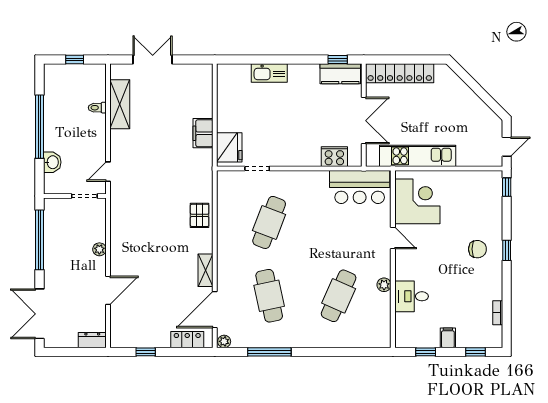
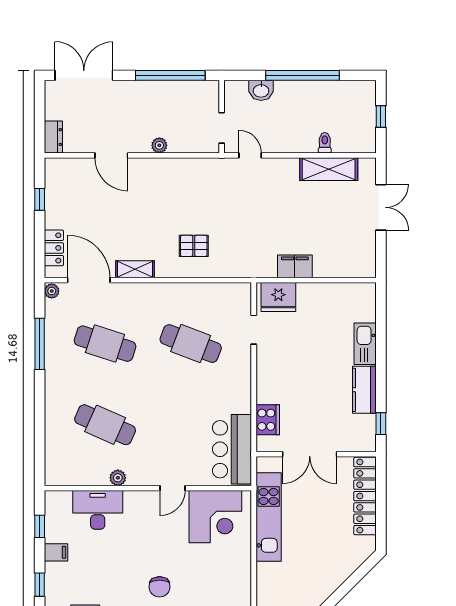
kitchen counter: (340, 74) -> (364, 390), moved
pallet: (200, 215) -> (194, 246), moved
cafe table: (269, 296) -> (105, 344), turned 30
desk: (412, 296) -> (98, 510), width x1.37

